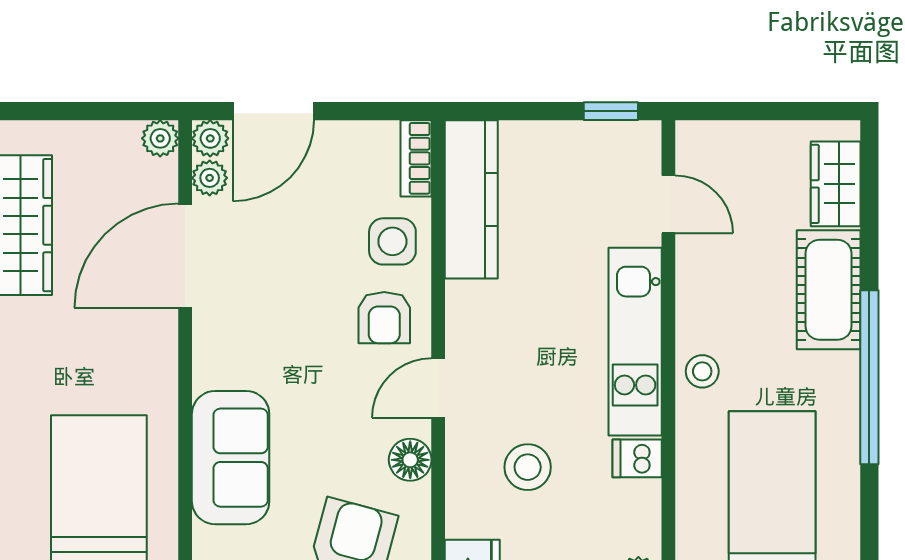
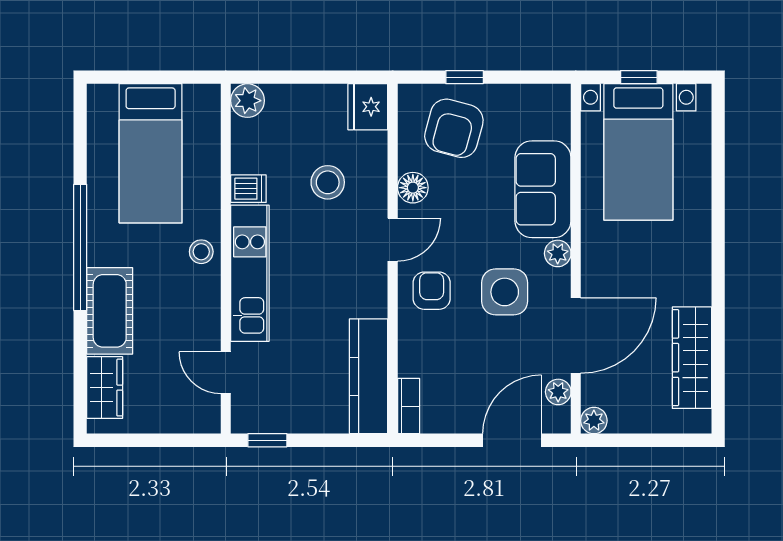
plant: (210, 138) -> (558, 253), moved
side table: (392, 241) -> (505, 292), moved, width x1.37, depth x1.37

